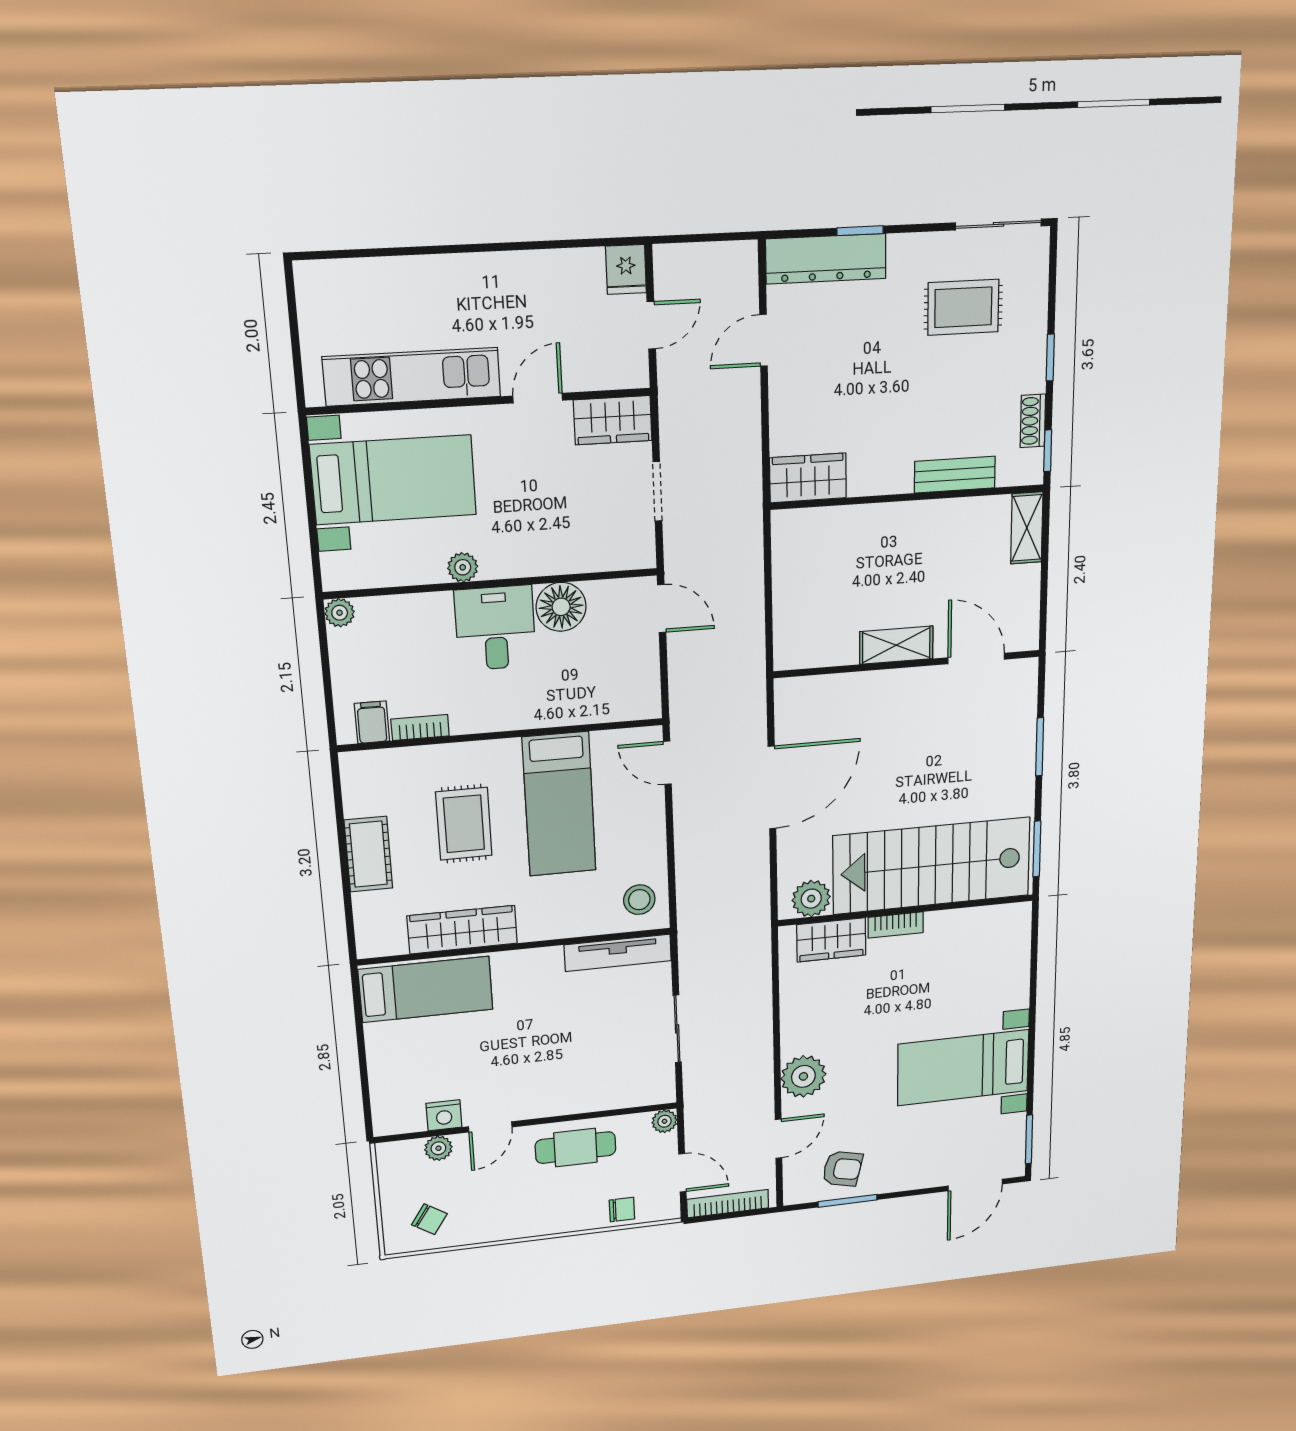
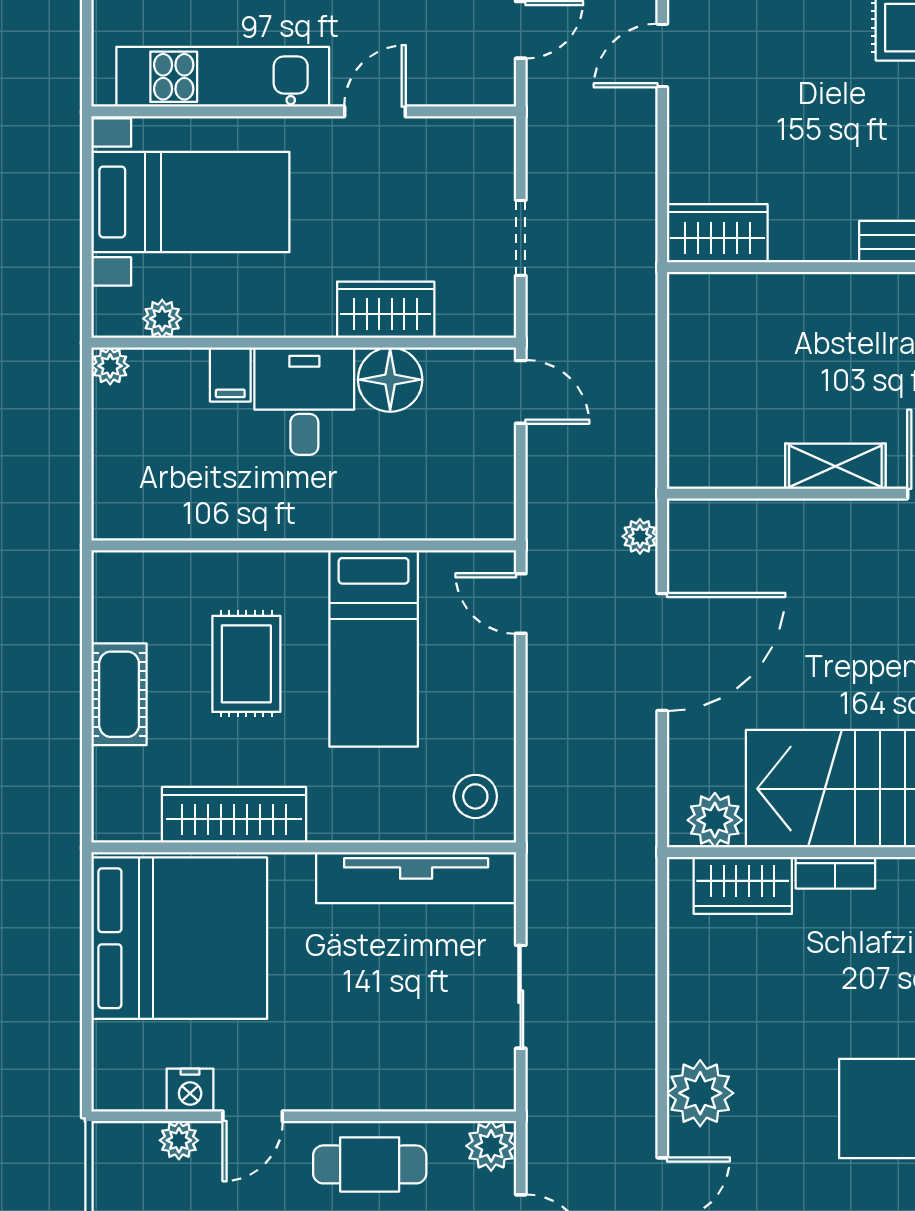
wardrobe: (613, 420) -> (386, 310), moved, turned 180
plant: (463, 567) -> (162, 319), moved
plant: (754, 707) -> (640, 536), added
filing cabinet: (372, 722) -> (230, 374), moved, turned 180
bookcase: (420, 728) -> (199, 526), removed
tv unit: (618, 953) -> (416, 878), width x1.36, depth x1.29
bed: (426, 989) -> (179, 938), width x2.04
plant: (664, 1121) -> (491, 1146), width x1.38, depth x1.38

